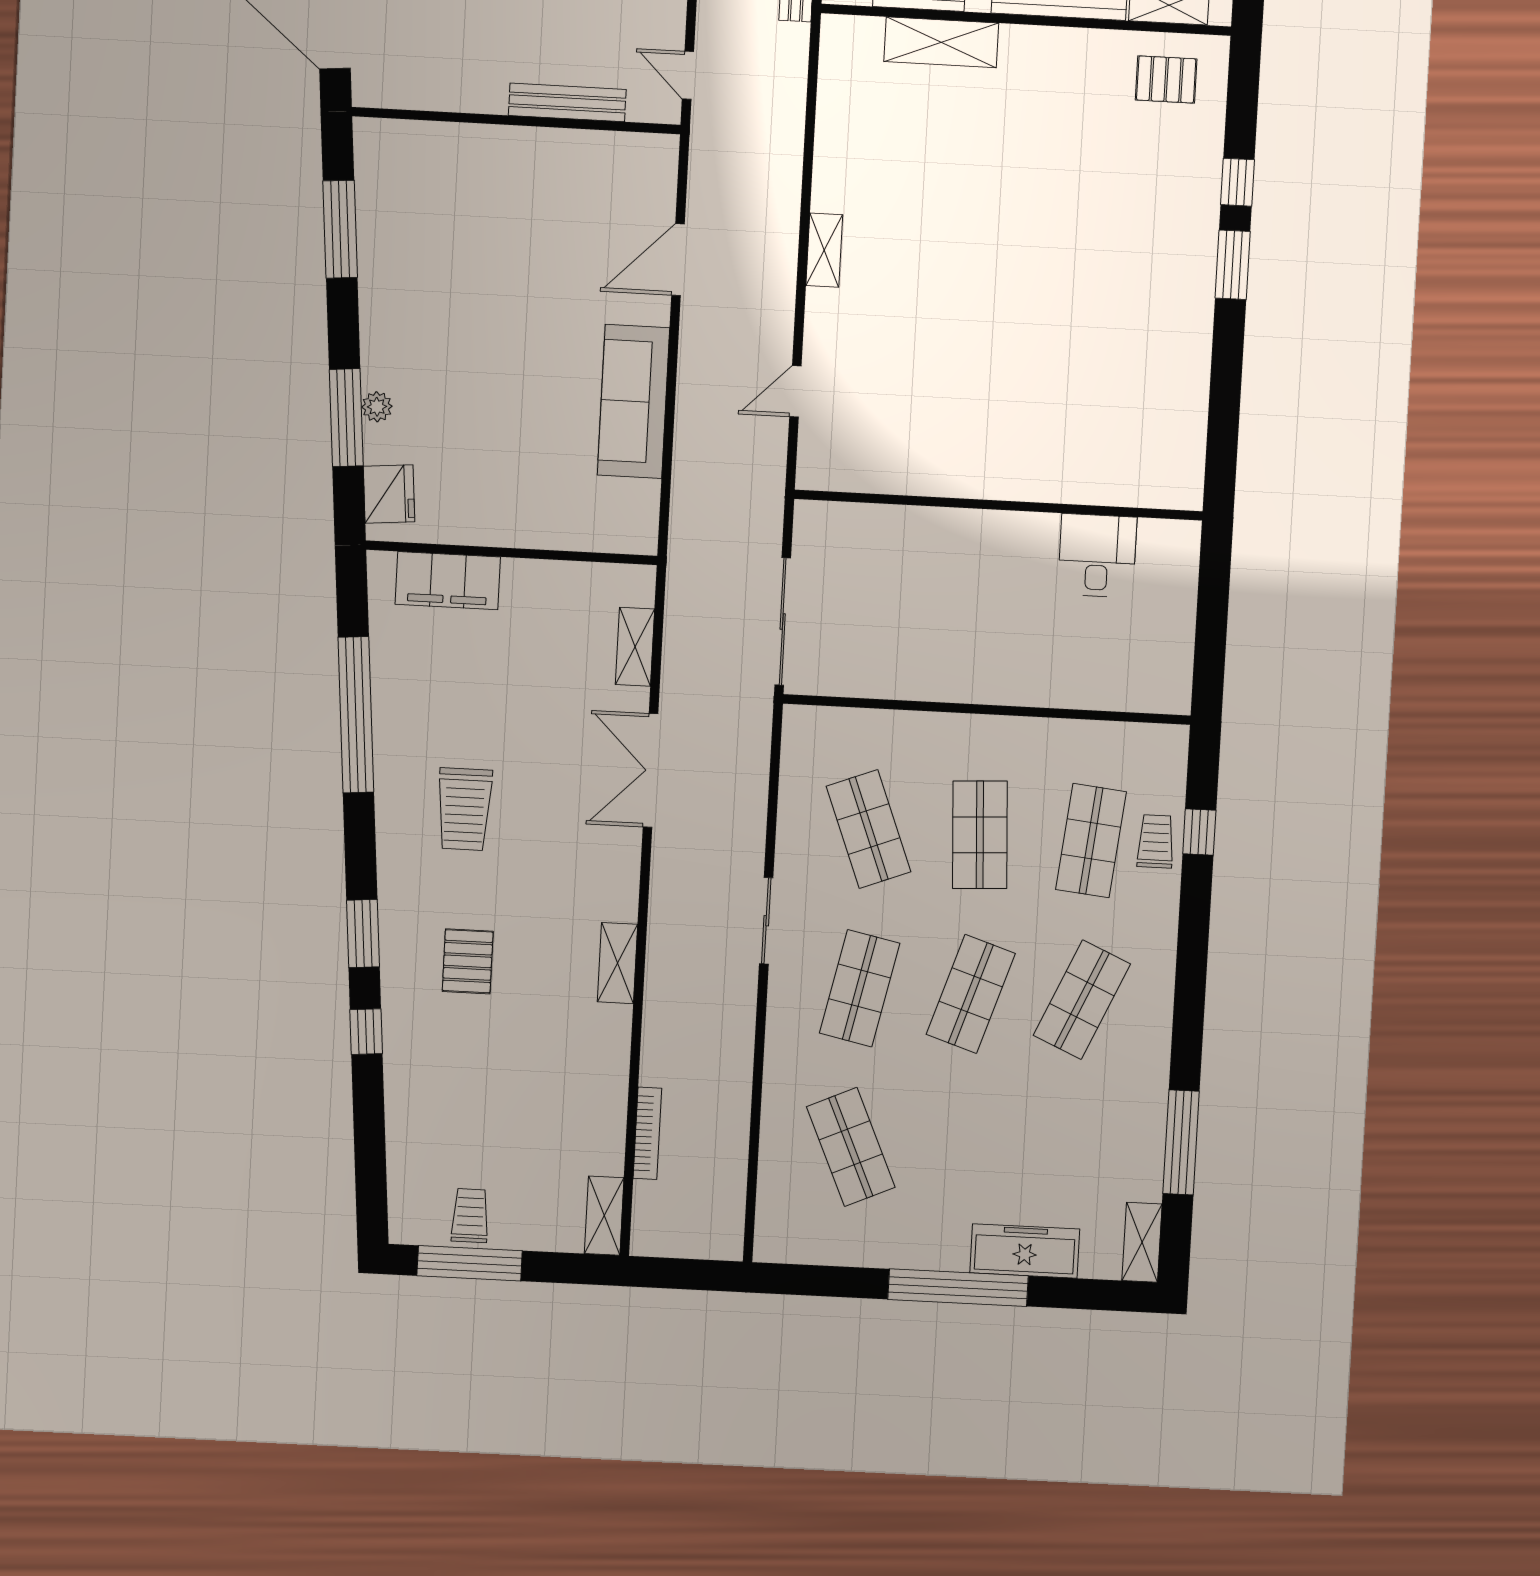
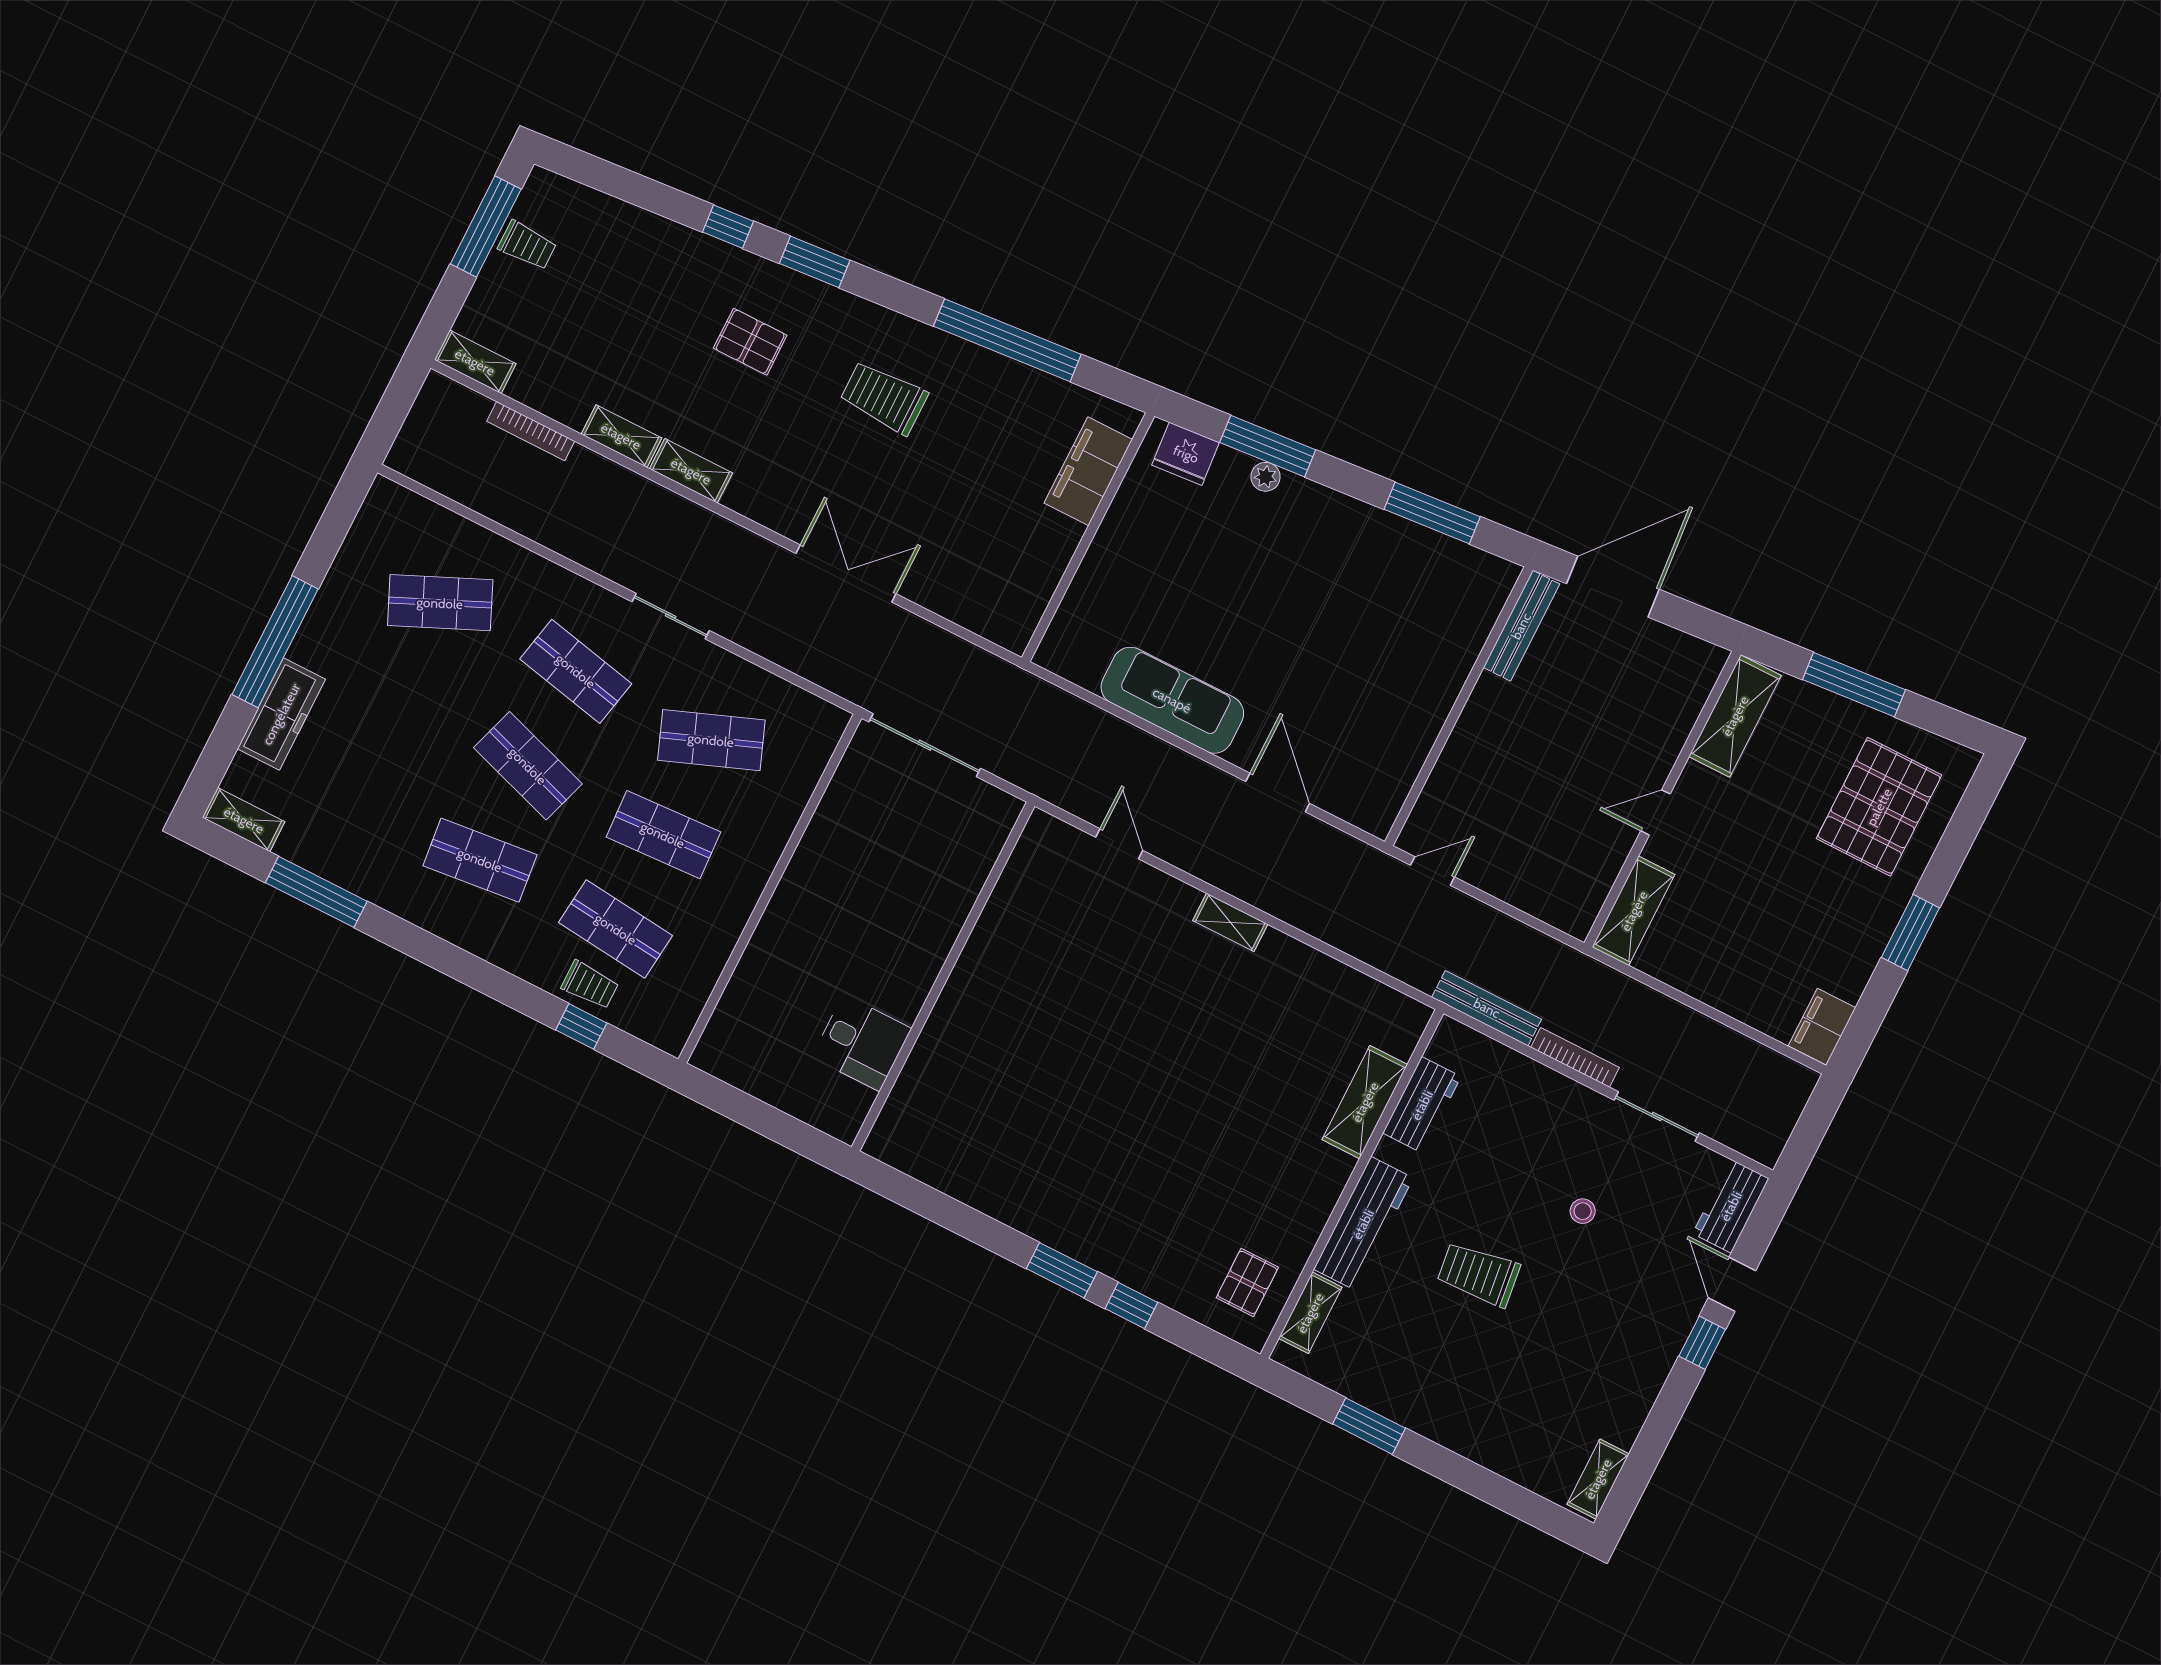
bench: (567, 102) -> (1521, 626), moved
shelving: (635, 647) -> (621, 436), moved
shop shelf: (1082, 1000) -> (480, 860), turned -30

